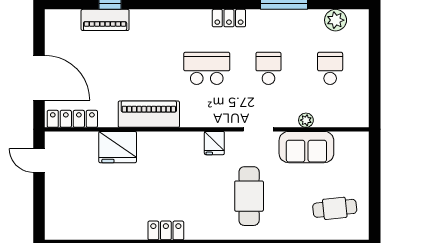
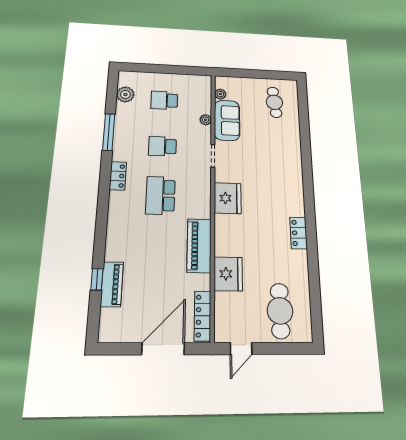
plant: (343, 139) -> (220, 94), added
fridge: (214, 143) -> (228, 198), width x1.88, depth x1.34
cafe table: (249, 196) -> (280, 311), moved, turned 90

